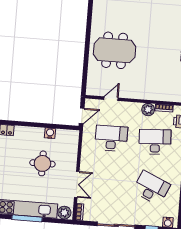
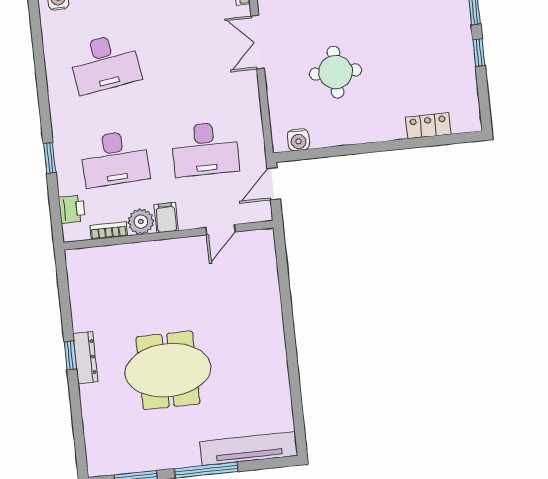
meeting table: (115, 50) -> (168, 370), moved
filing cabinet: (136, 109) -> (166, 218), added
water cooler: (50, 133) -> (298, 140), moved
desk: (151, 188) -> (105, 63), turned -33

